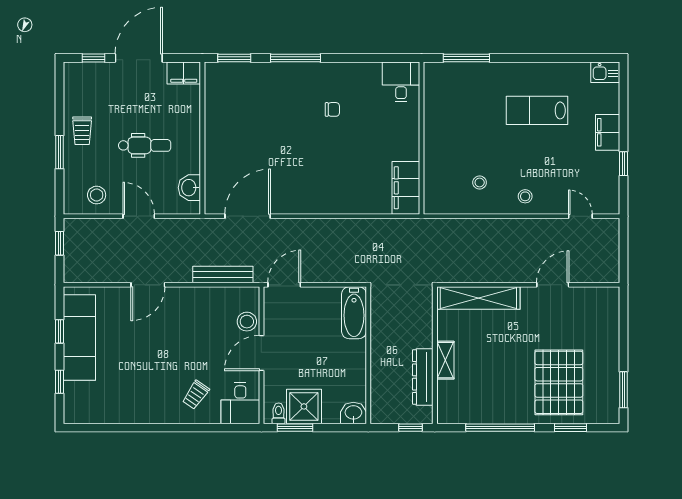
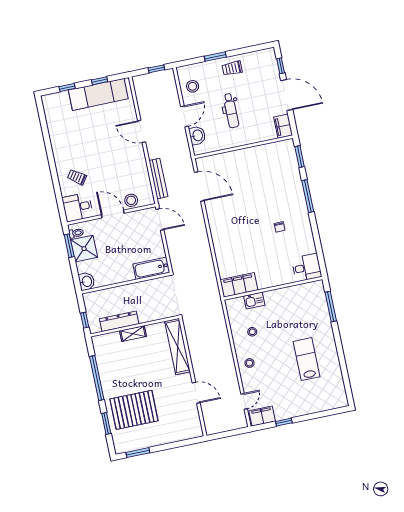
kitchen sink: (605, 72) -> (254, 301), moved, turned -90
filing cabinet: (608, 132) -> (262, 416), moved
washbasin: (189, 188) -> (197, 135), moved, turned 90

